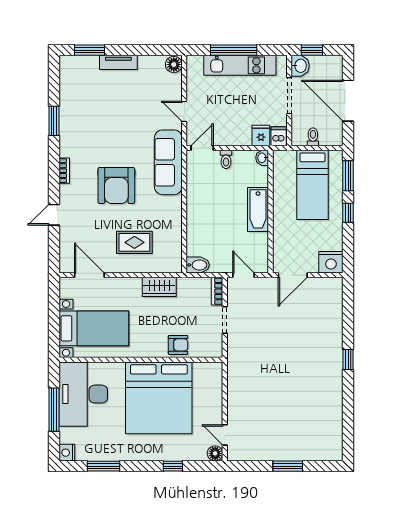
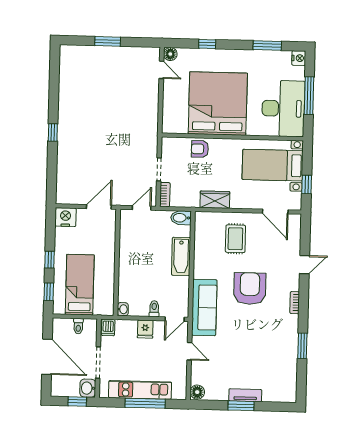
window: (89, 50) -> (241, 406), moved
fridge: (261, 136) -> (145, 329), moved
window: (348, 176) -> (49, 292), width x0.67
bathtub: (258, 209) -> (181, 256), moved, turned 180
rug: (134, 242) -> (235, 239), turned 90
door: (244, 275) -> (142, 208), swing flipped
window: (54, 307) -> (307, 184), added

